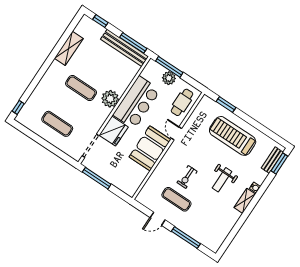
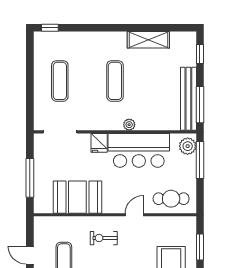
plant: (169, 78) -> (188, 146), moved
plant: (110, 99) -> (129, 125), width x0.53, depth x0.53
fridge: (114, 131) -> (99, 143), width x0.53, depth x0.75
booth: (150, 148) -> (77, 197), moved
exercise bike: (187, 177) -> (104, 238), moved
window: (97, 178) -> (30, 178), moved

